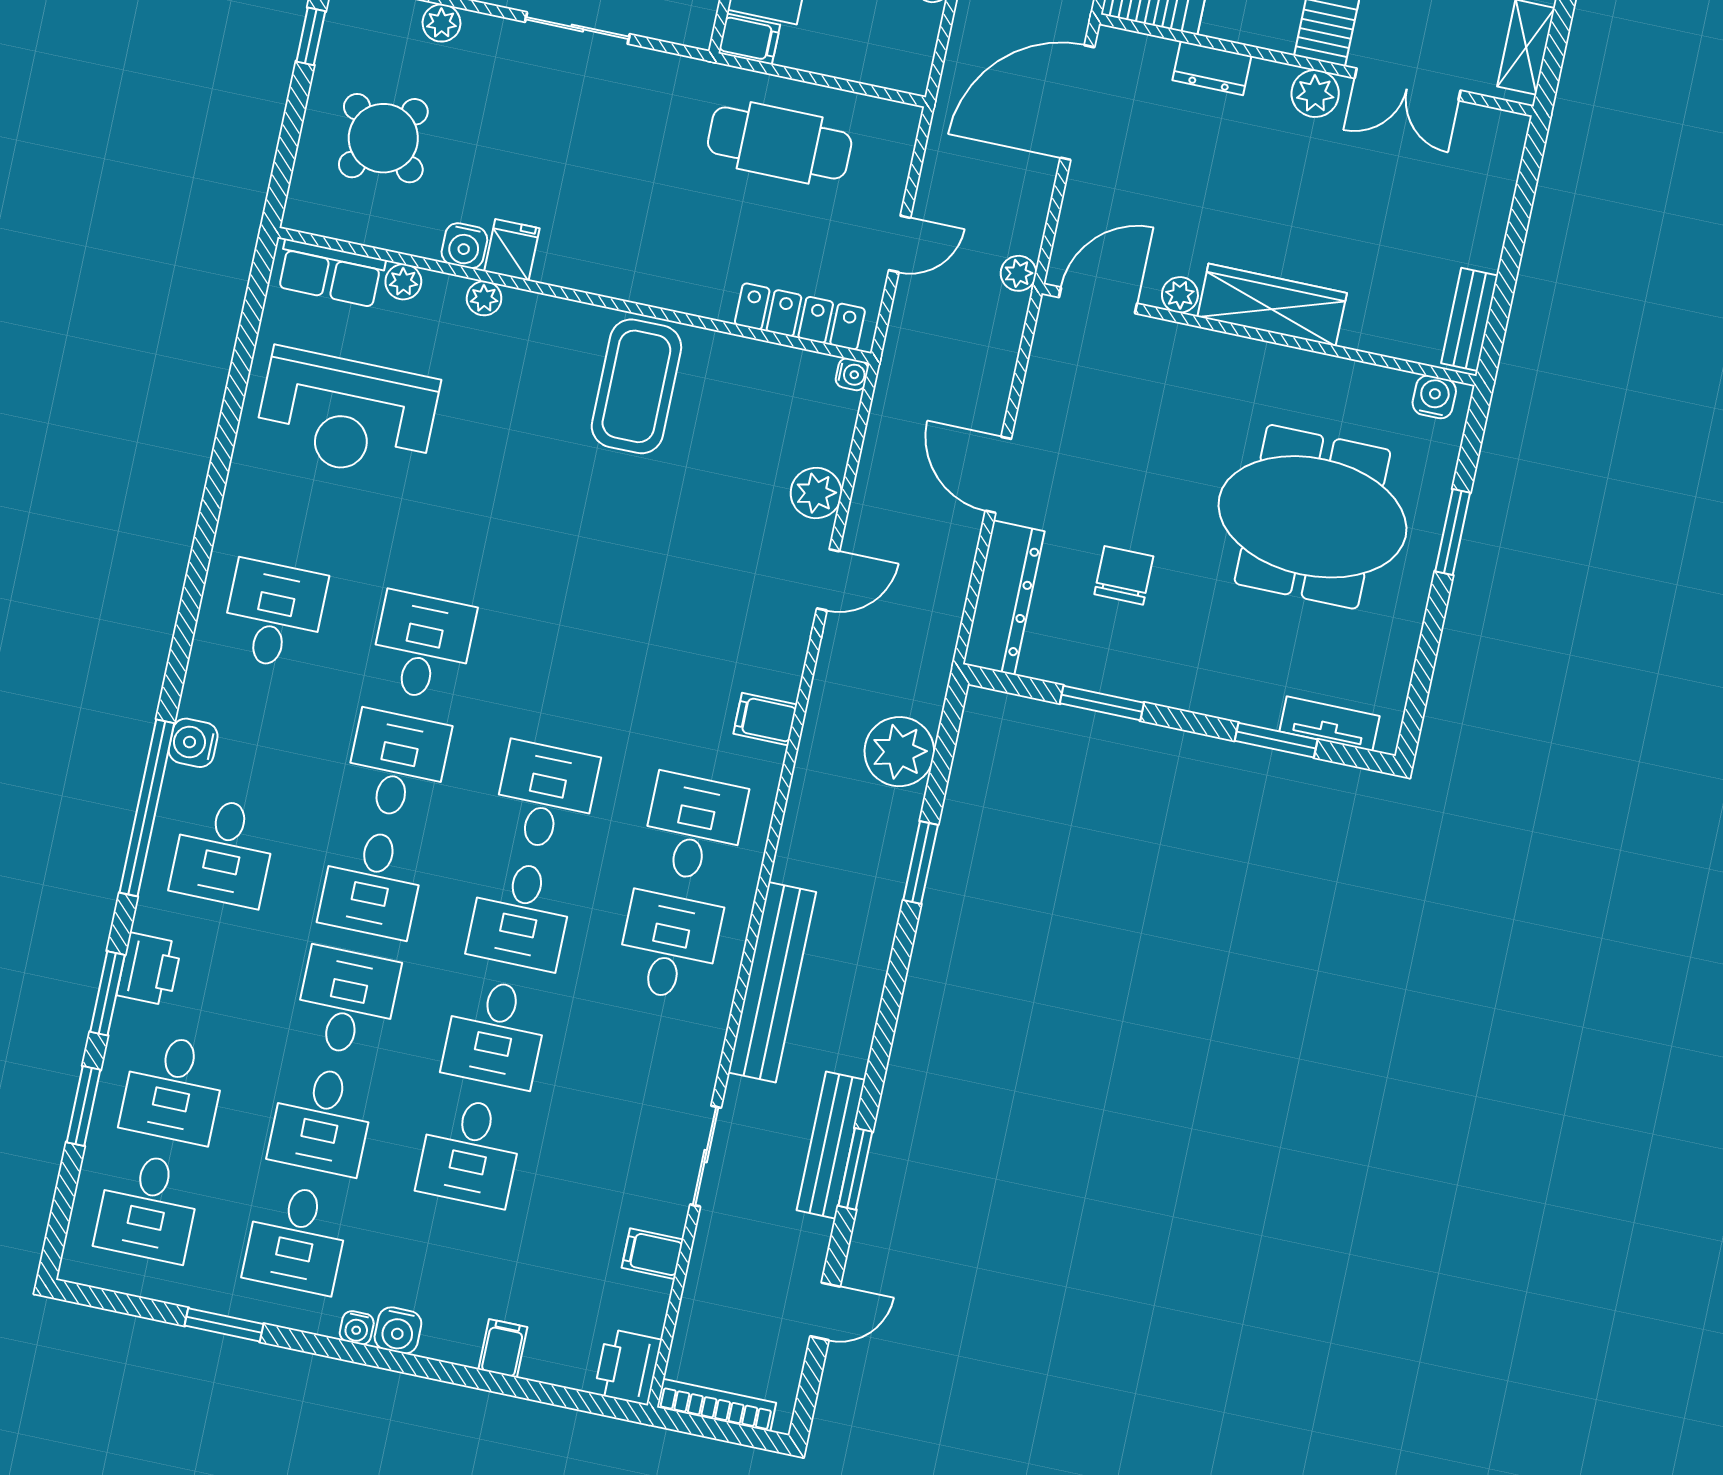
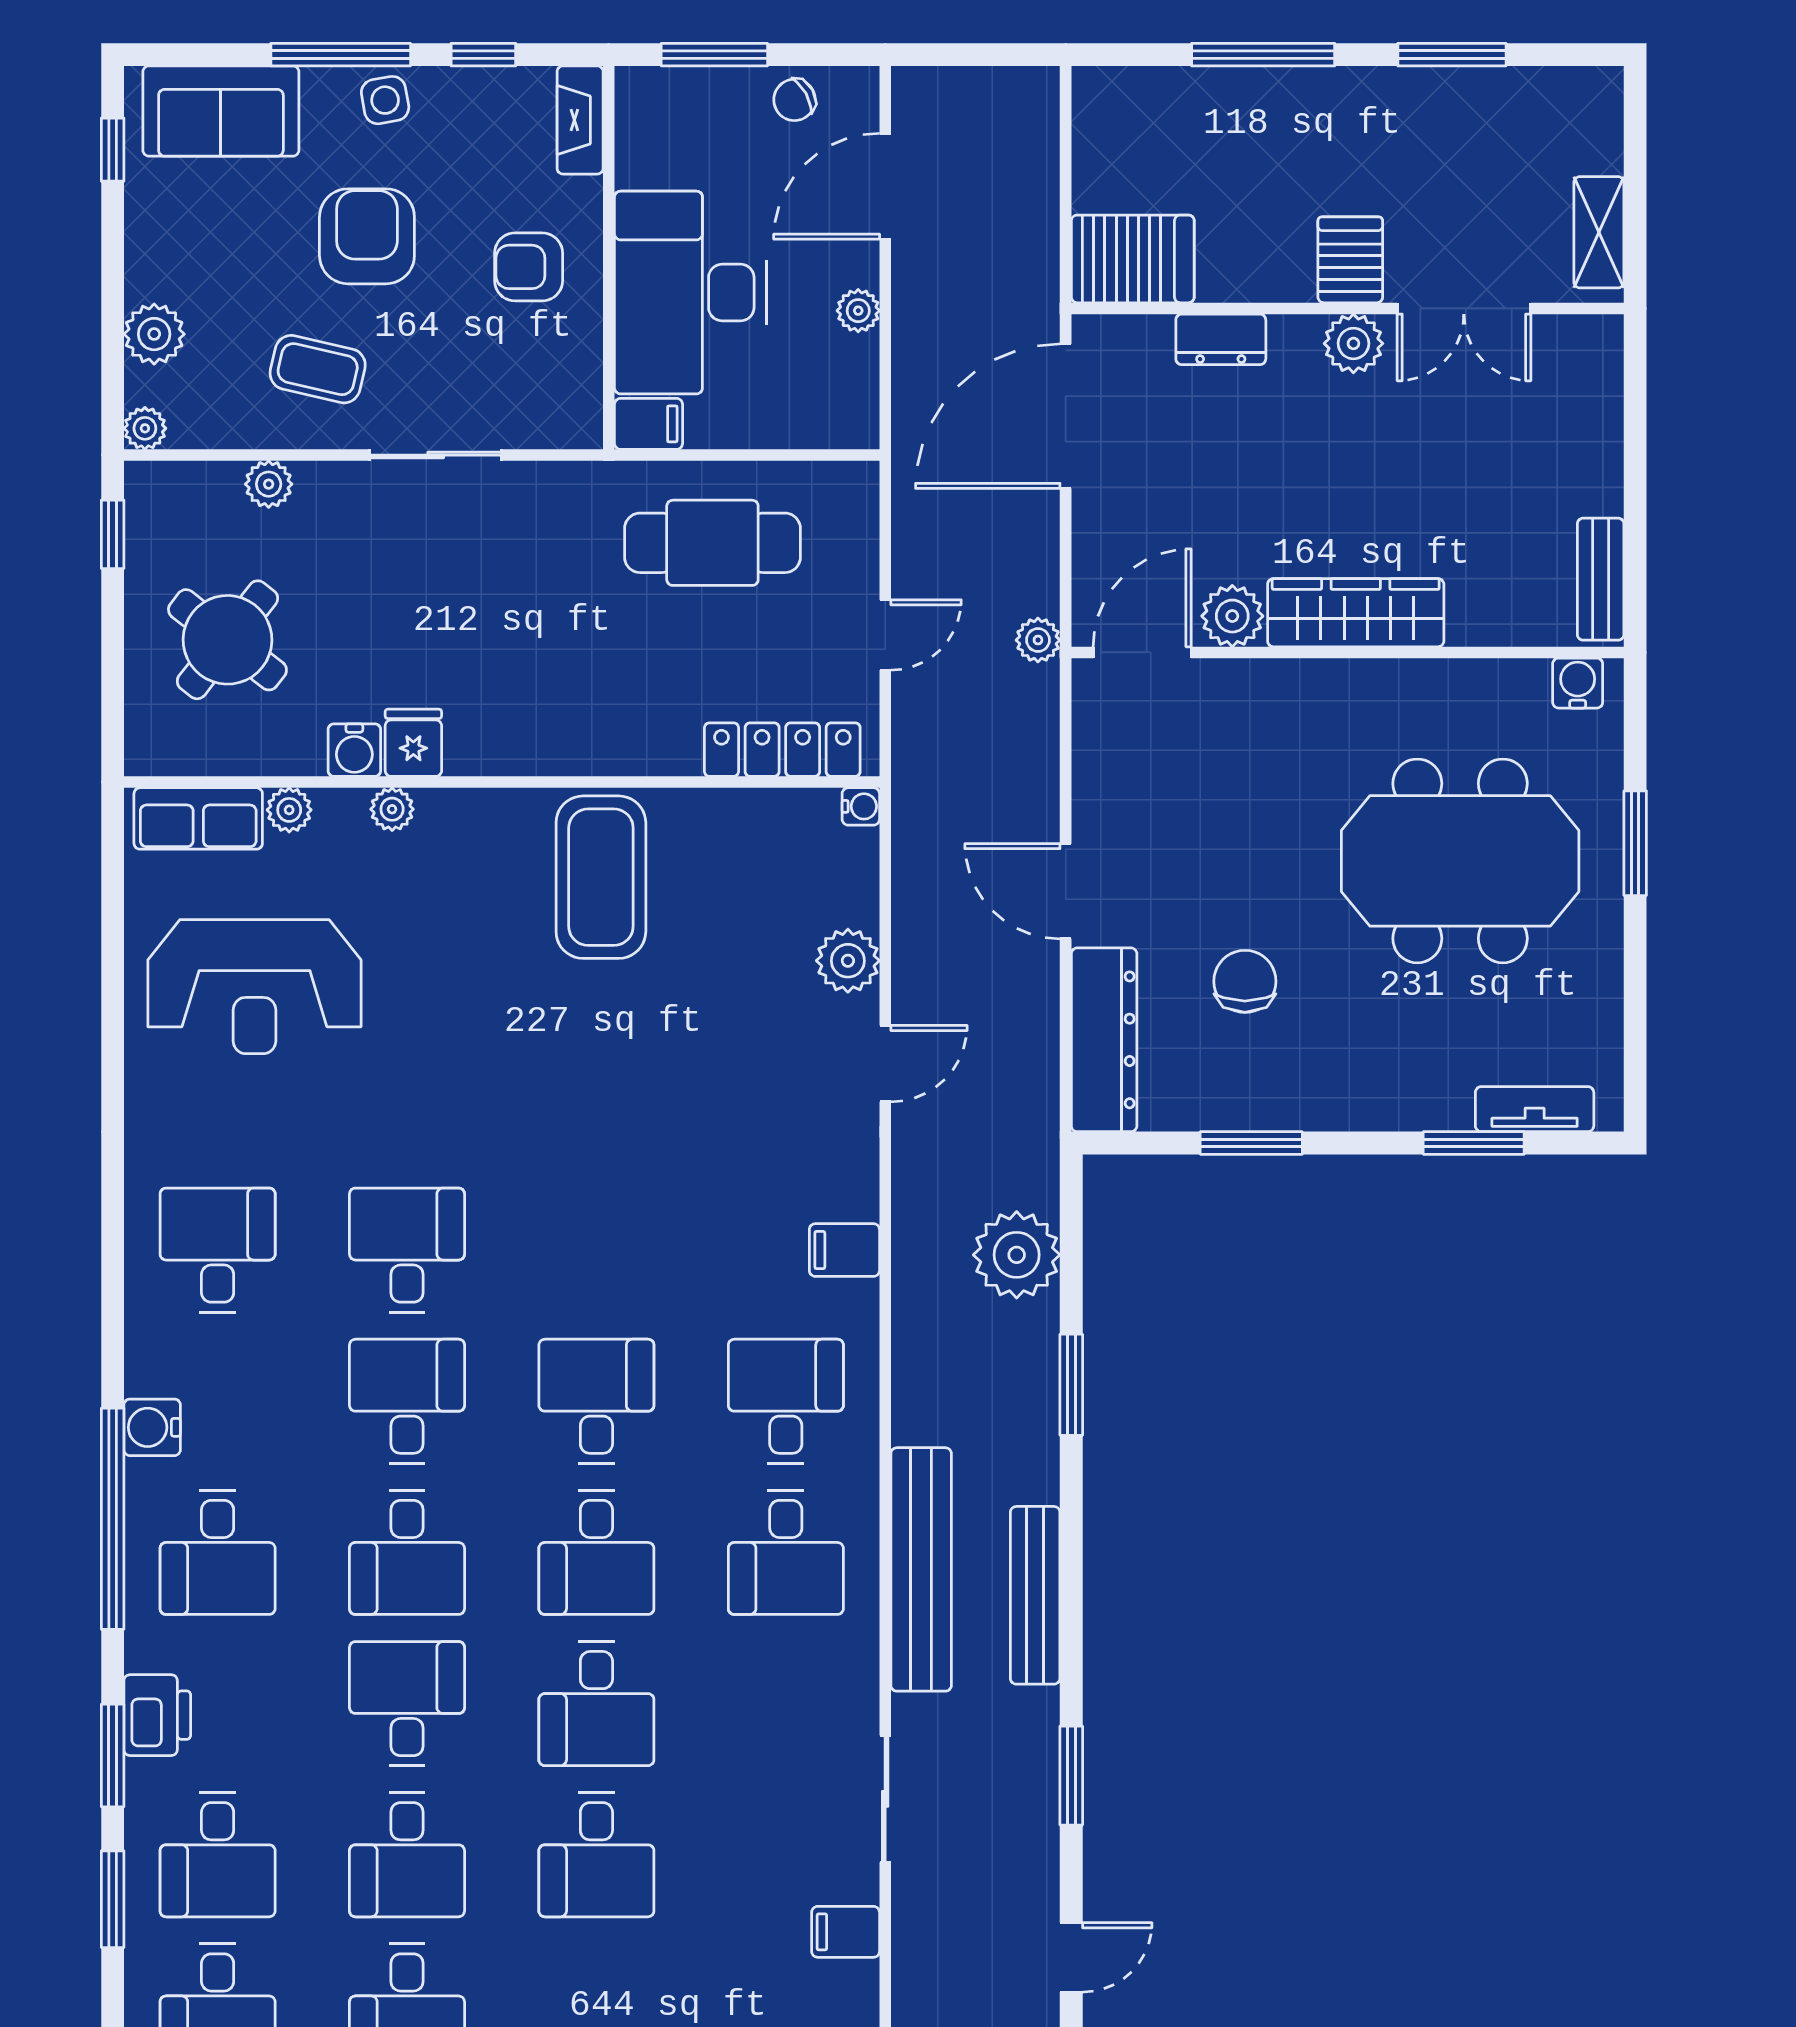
plant: (1180, 295) -> (1232, 616), width x1.38, depth x1.38
desk: (669, 946) -> (786, 1552), turned 180
bench: (831, 1145) -> (1035, 1595), moved

